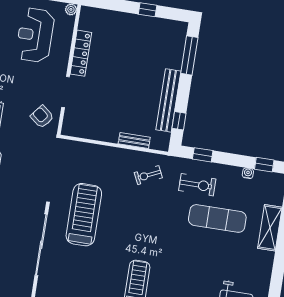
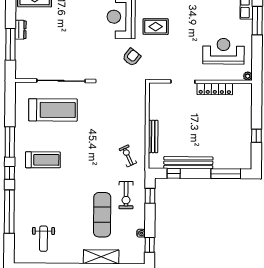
armchair: (42, 117) -> (132, 57), moved
bench: (134, 141) -> (153, 136), width x1.36
treadmill: (84, 215) -> (53, 110), moved

